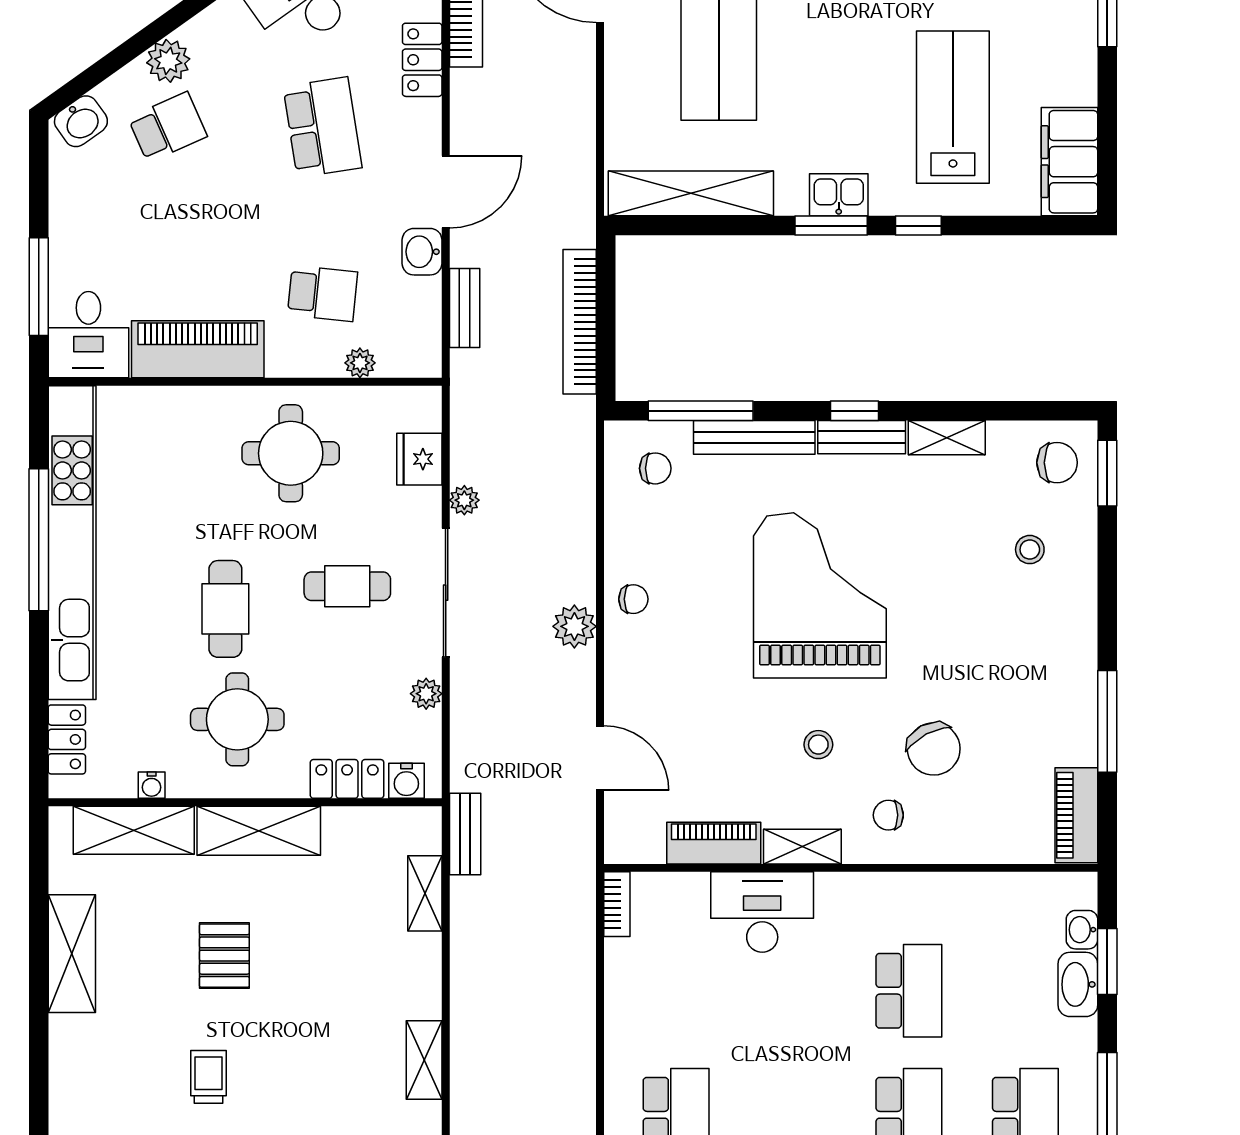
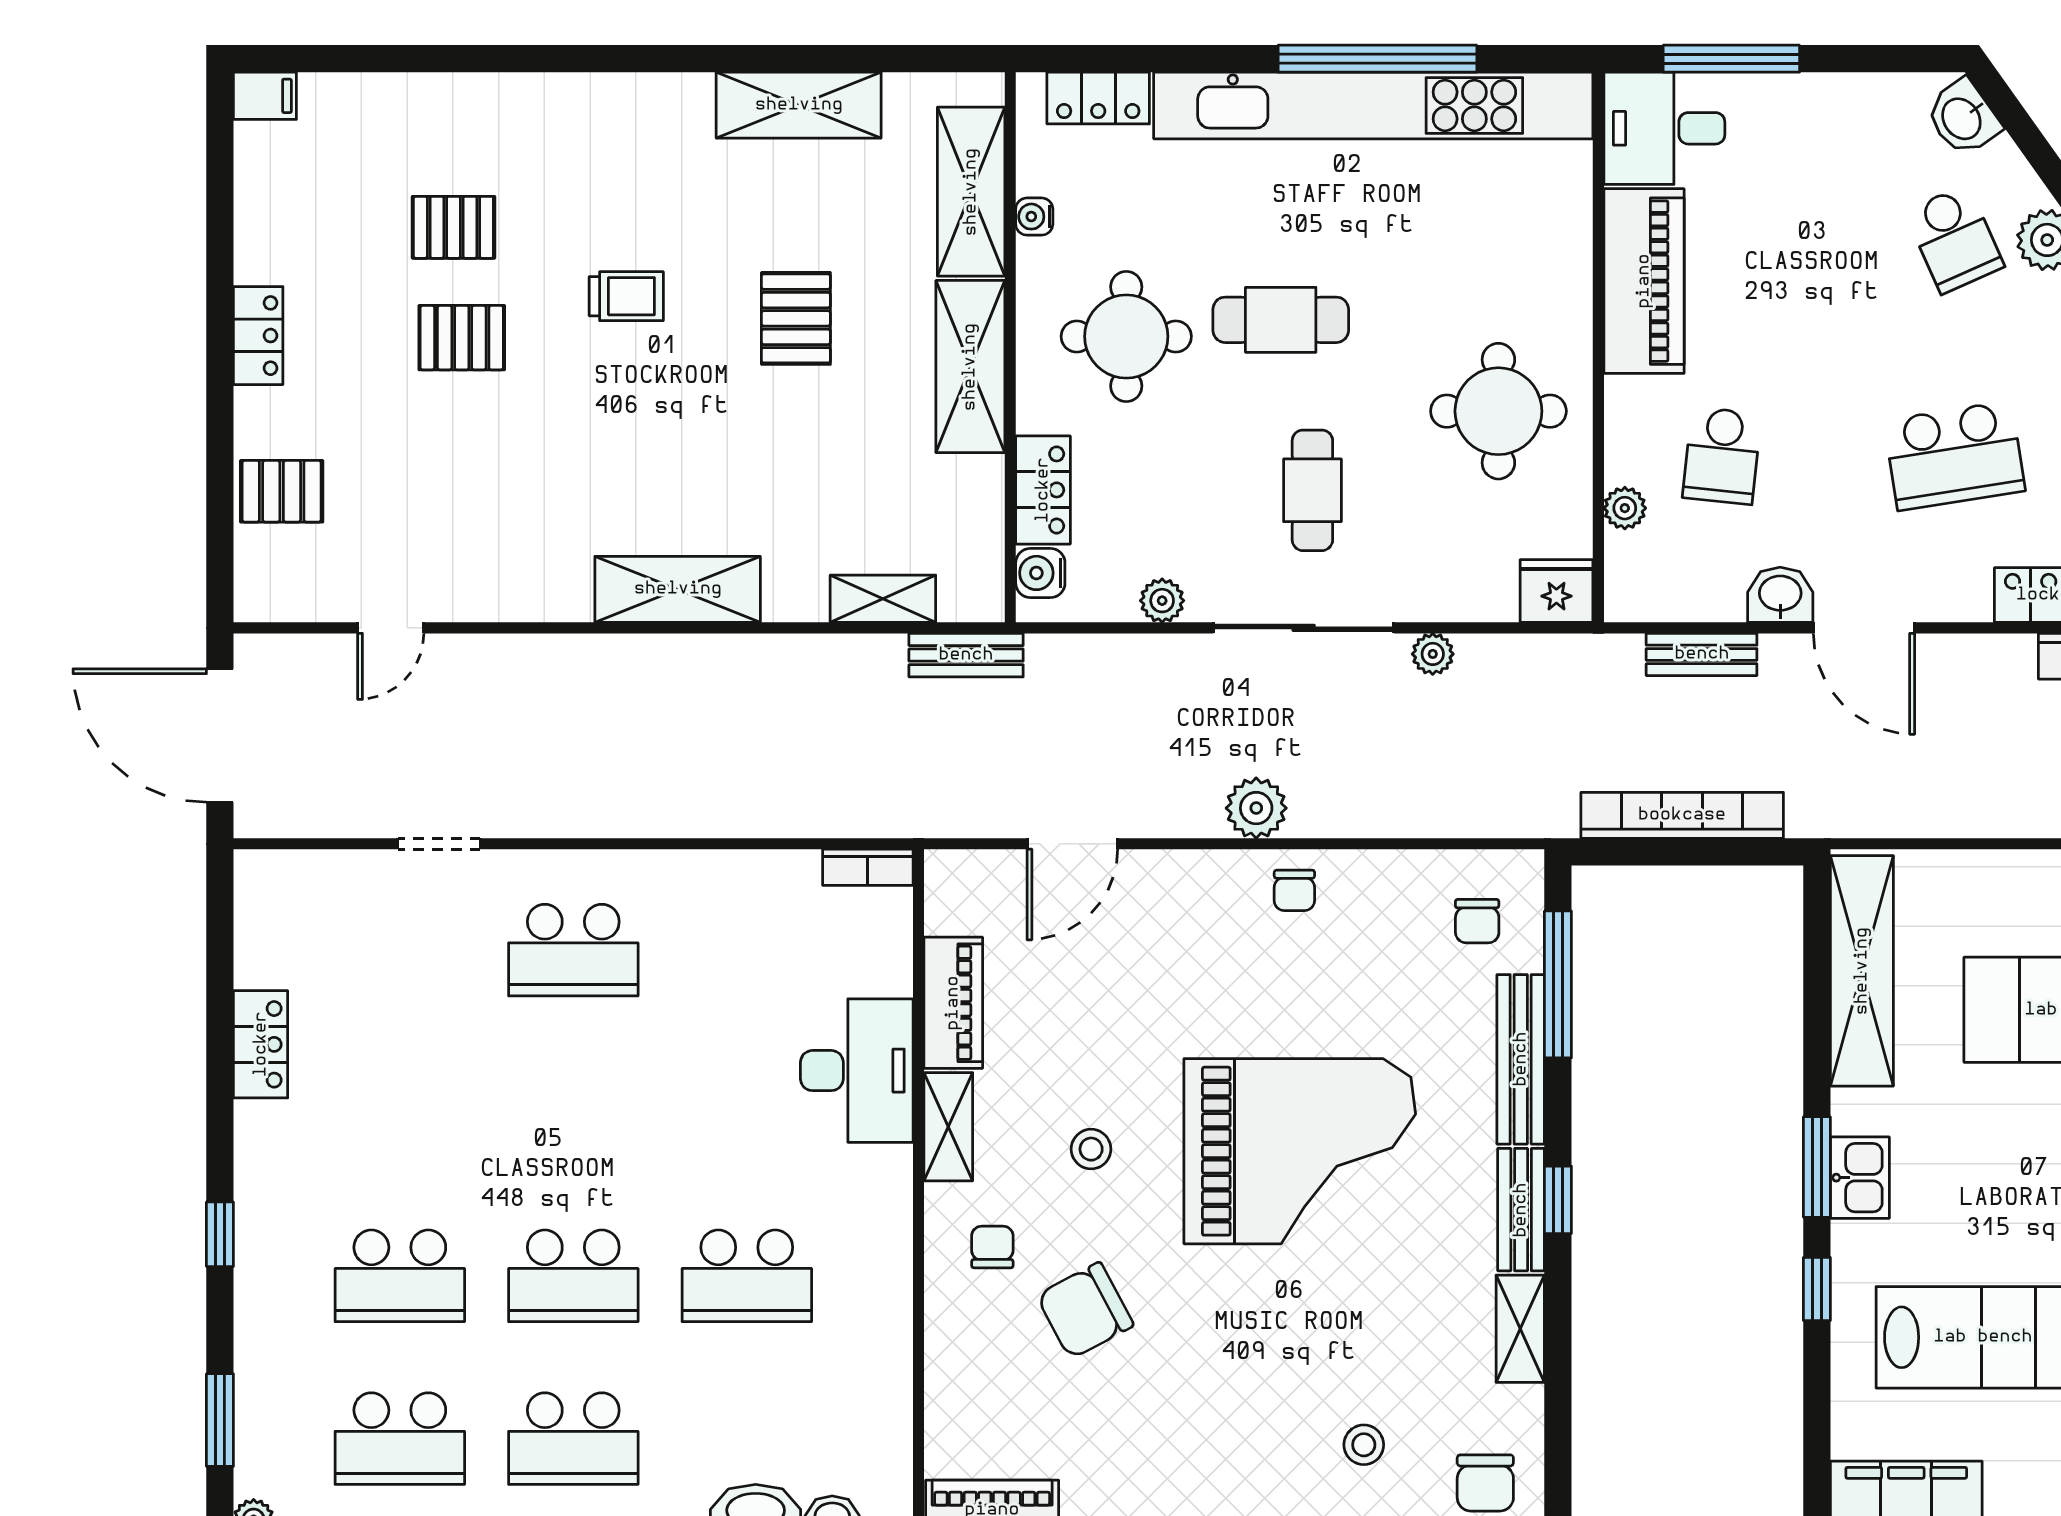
fridge: (419, 459) -> (1556, 591), moved
pallet: (224, 956) -> (796, 318), turned 90
shelving: (424, 1060) -> (678, 589), width x1.50, depth x1.33

